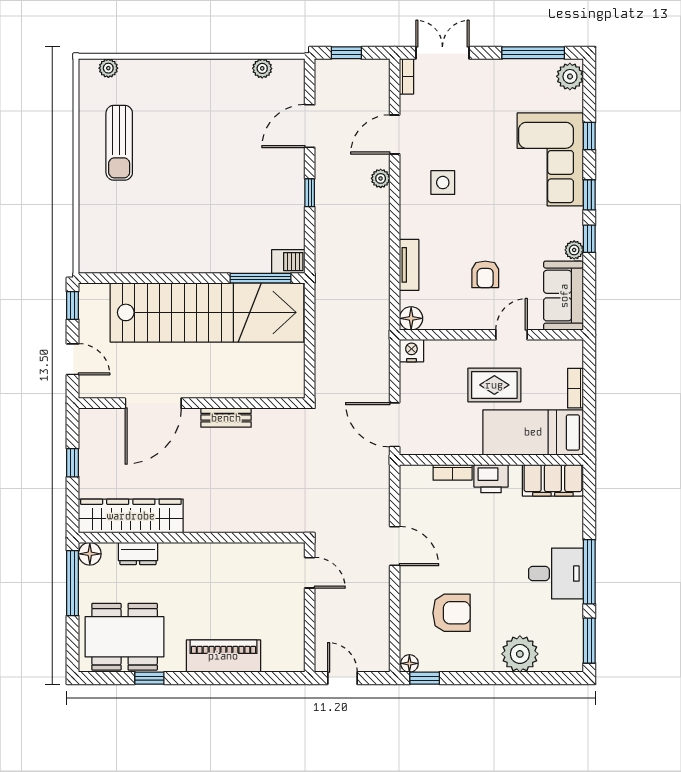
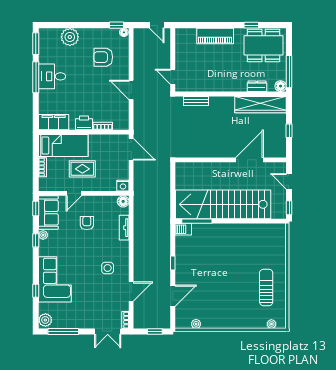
plant: (381, 178) -> (138, 270), removed
window: (589, 195) -> (36, 208), moved
bench: (226, 418) -> (196, 101), moved

